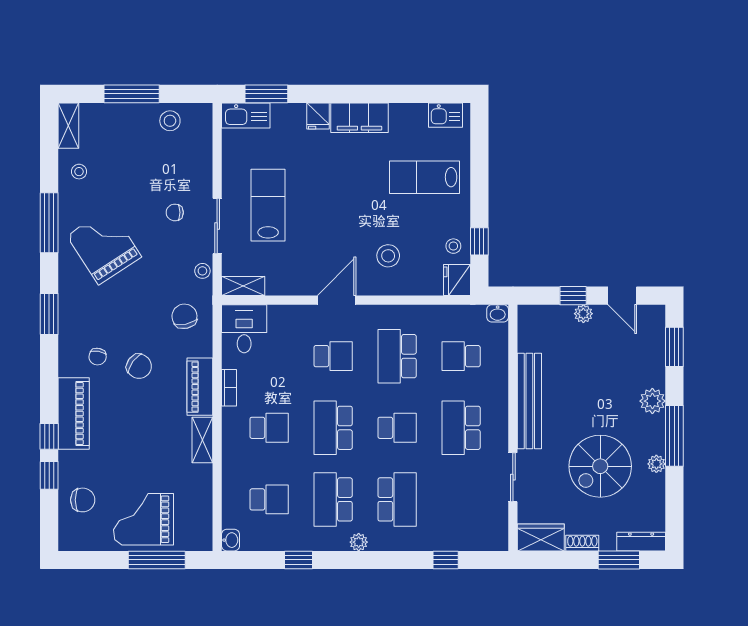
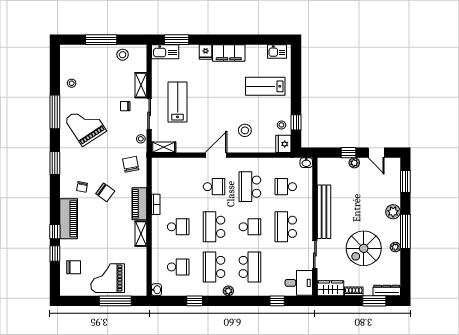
shelving: (68, 126) -> (141, 85), moved
desk: (244, 329) -> (299, 283), moved, turned 90

